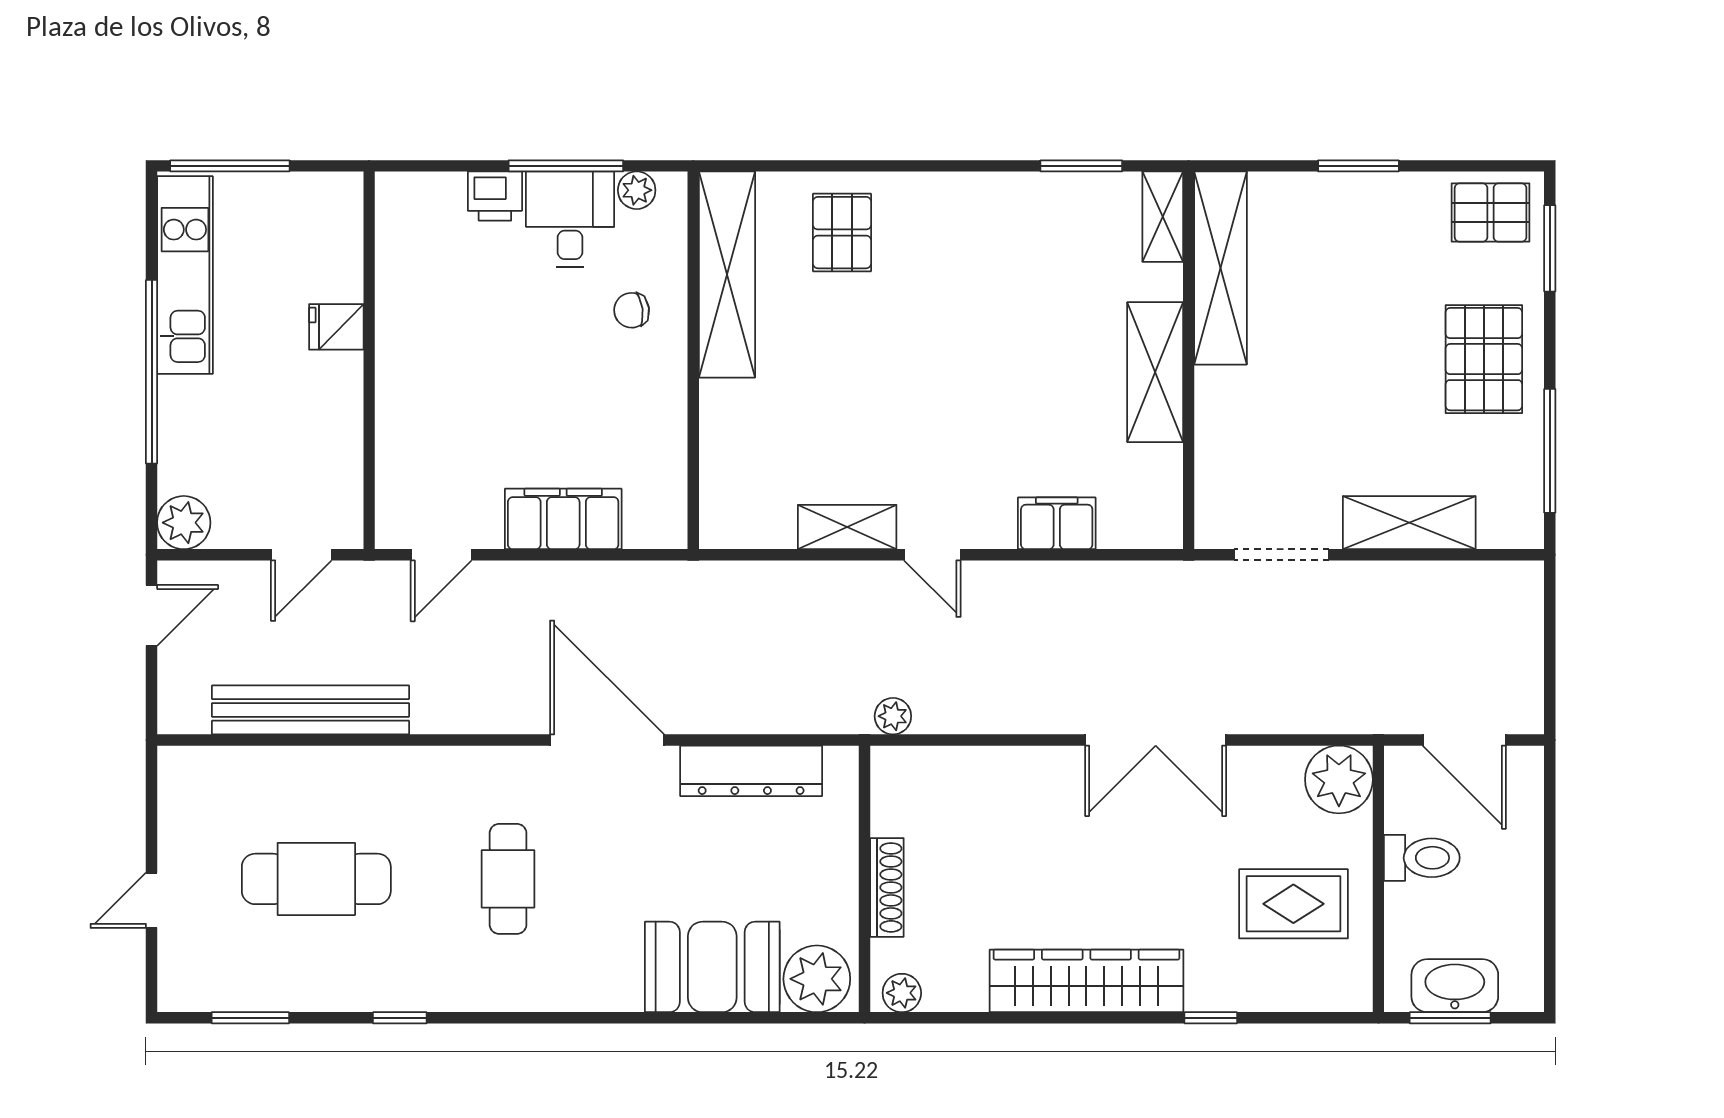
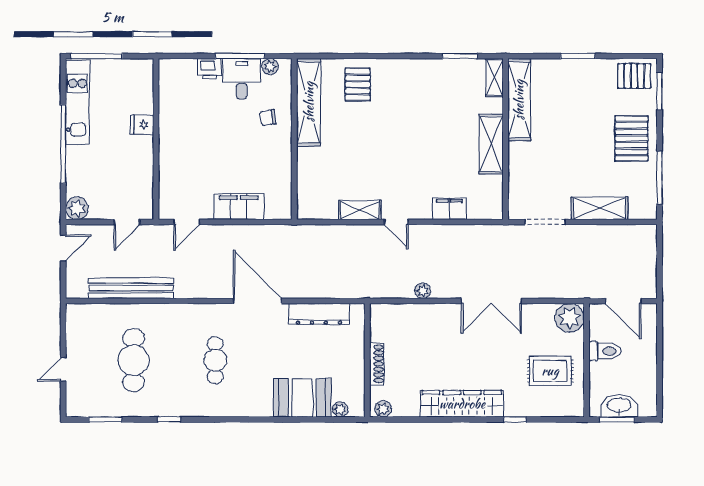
plant: (893, 716) -> (423, 291), moved
cafe table: (316, 879) -> (133, 360), turned 90
plant: (817, 979) -> (340, 409), width x0.53, depth x0.53

